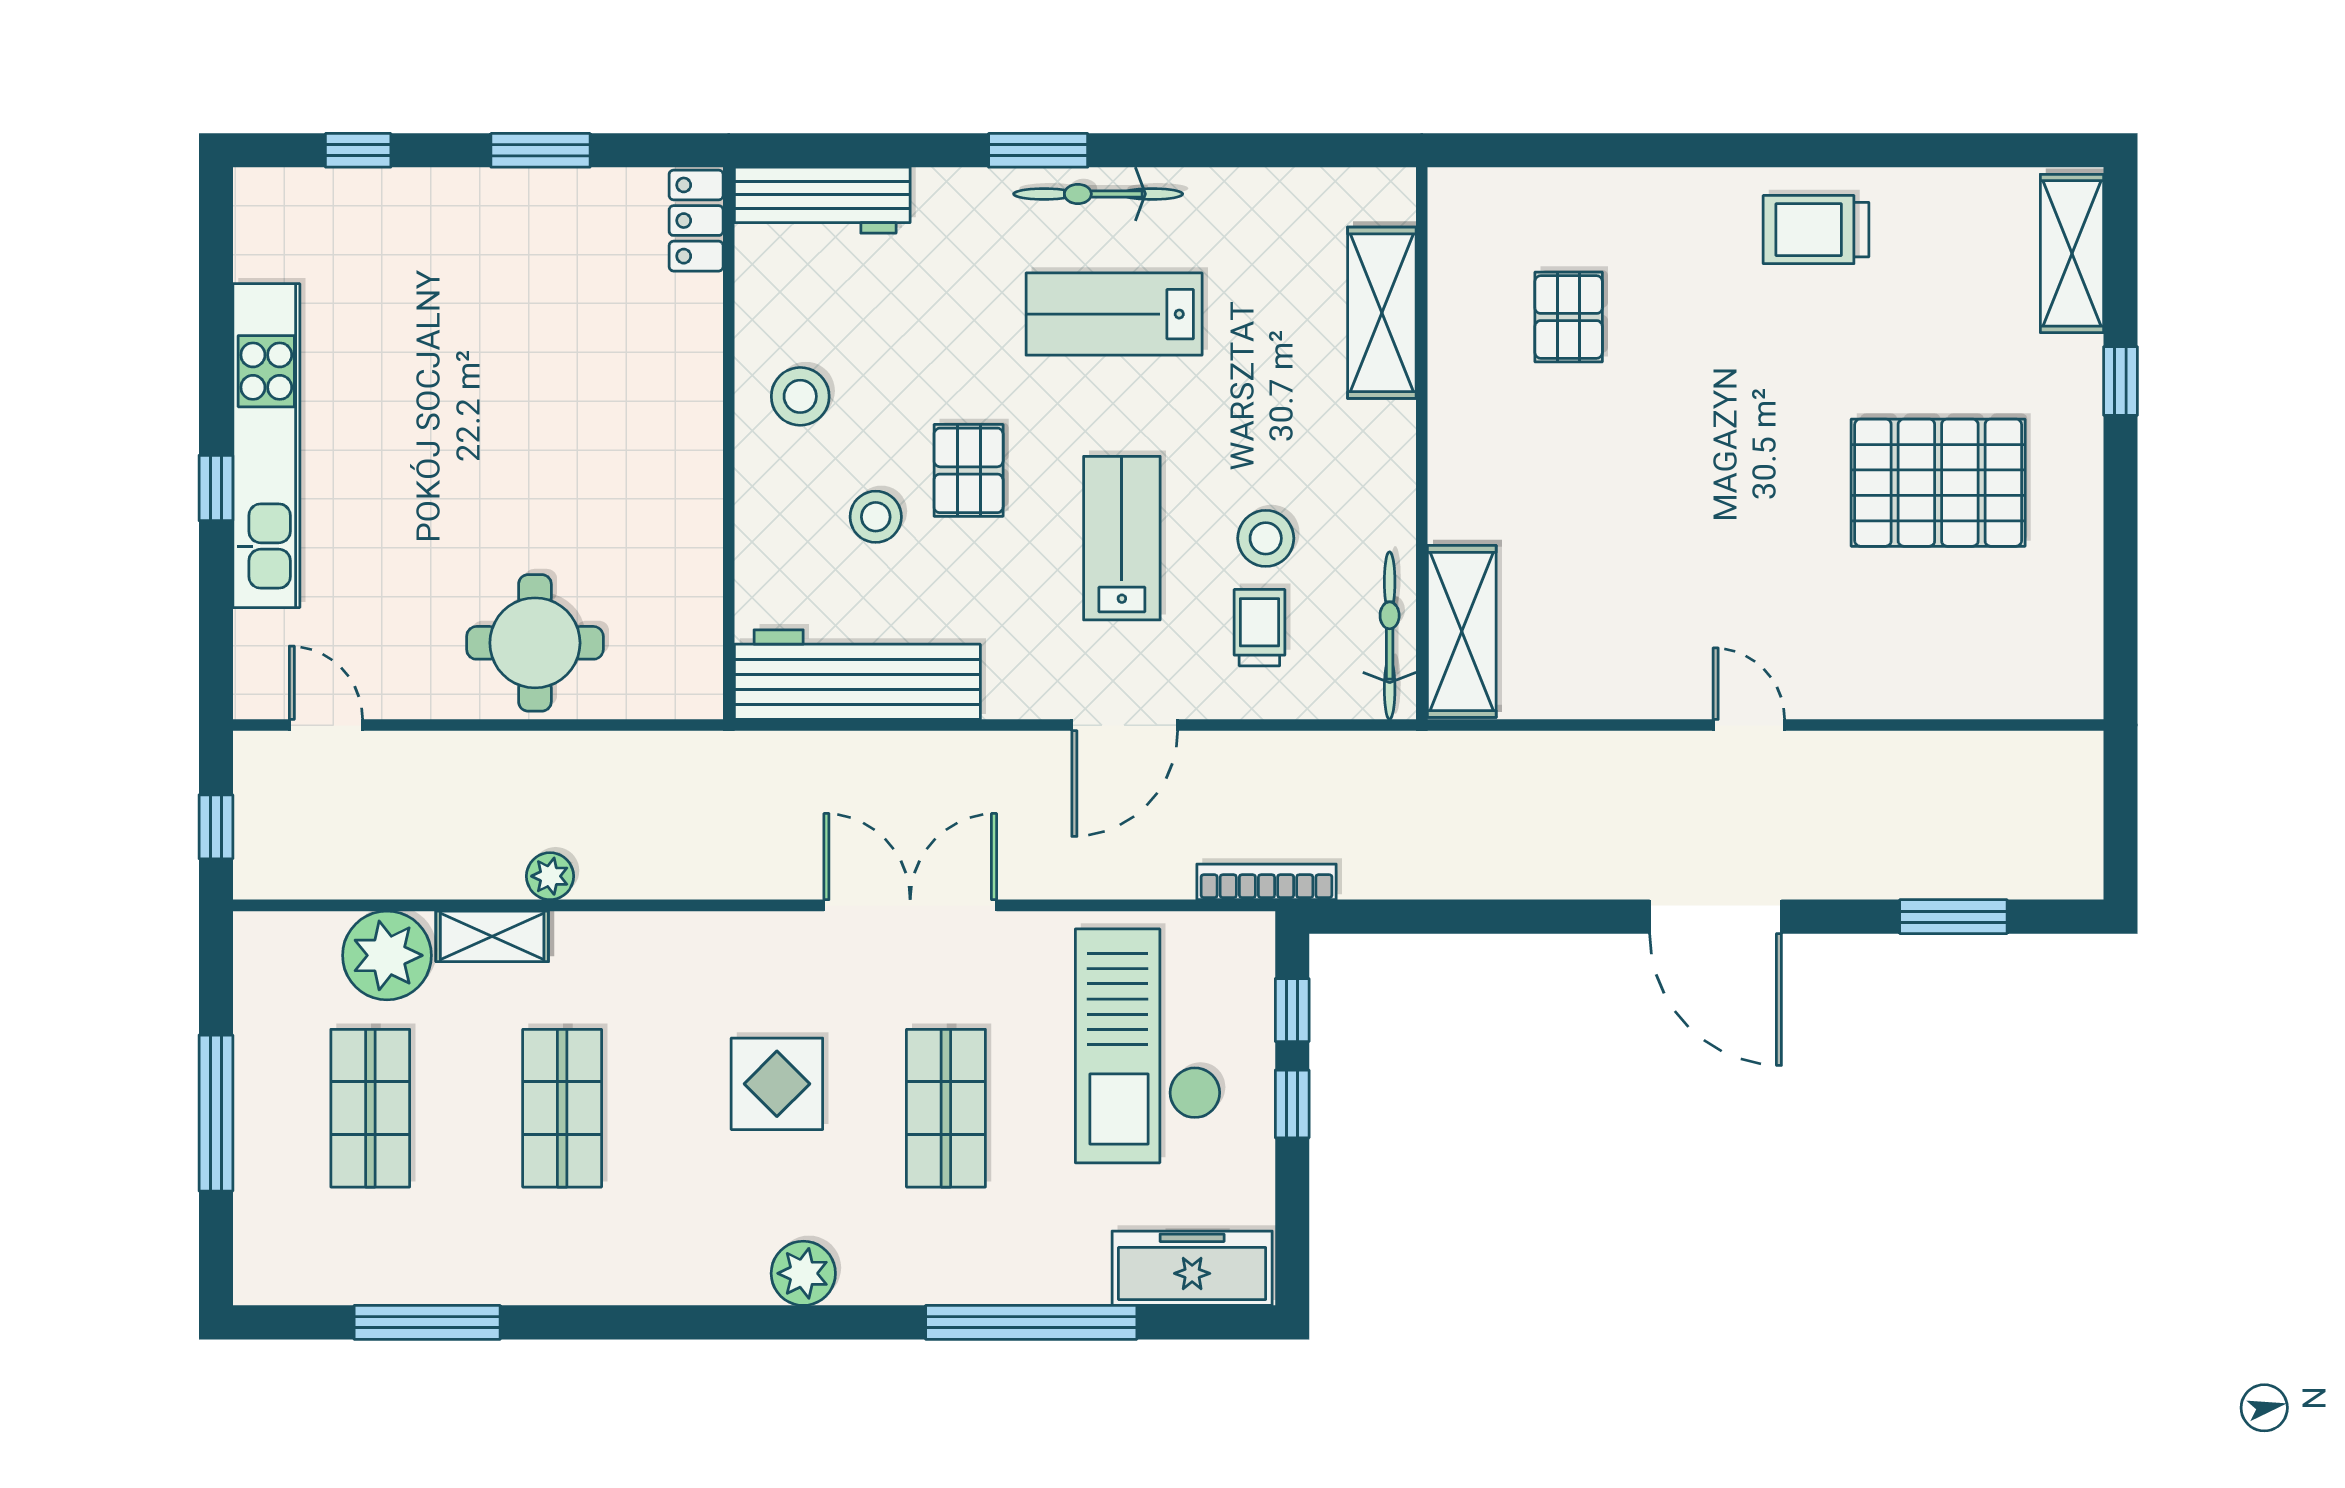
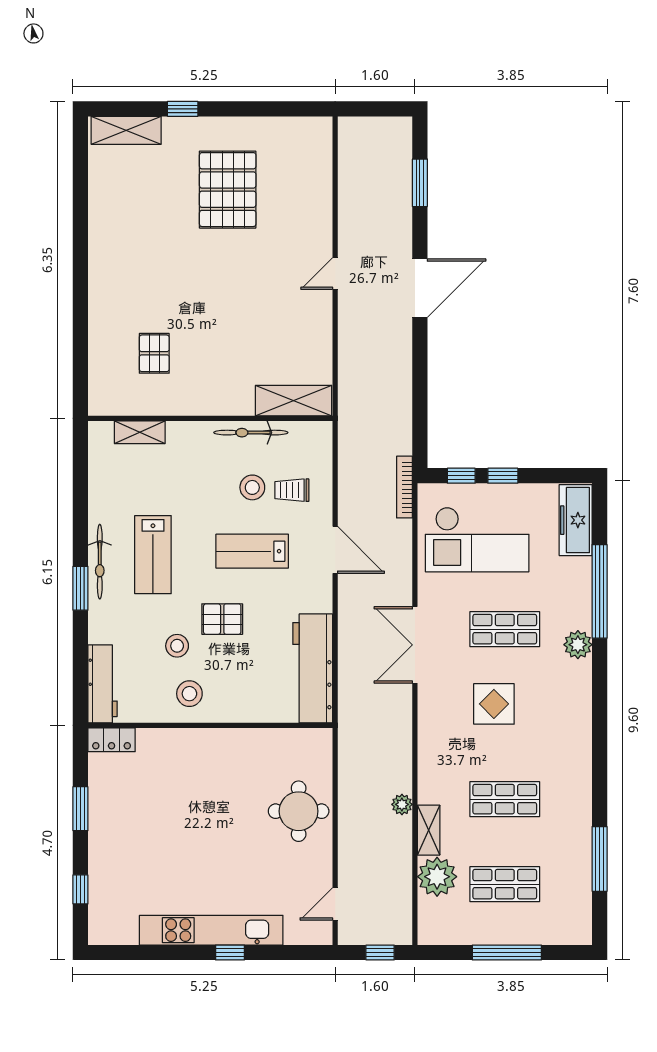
trolley: (1816, 230) -> (116, 244), removed
shelving: (1382, 313) -> (140, 432), width x0.67, depth x0.75
pallet: (1569, 317) -> (154, 353), turned 90
stool: (876, 517) -> (177, 646), moved
bicycle: (1390, 636) -> (251, 433), moved
plant: (803, 1273) -> (578, 645), moved

